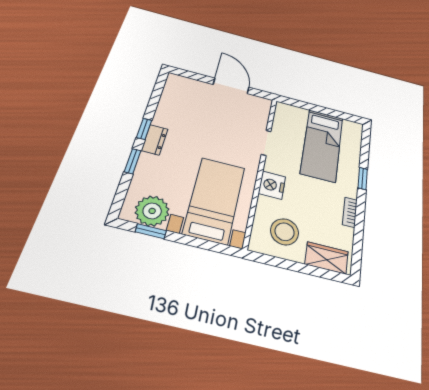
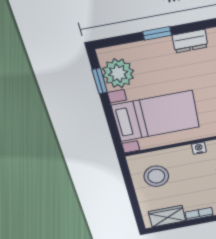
window: (144, 129) -> (197, 26), removed
nightstand: (272, 185) -> (199, 148), width x0.53, depth x0.56
wardrobe: (327, 258) -> (167, 216), moved, turned -90

